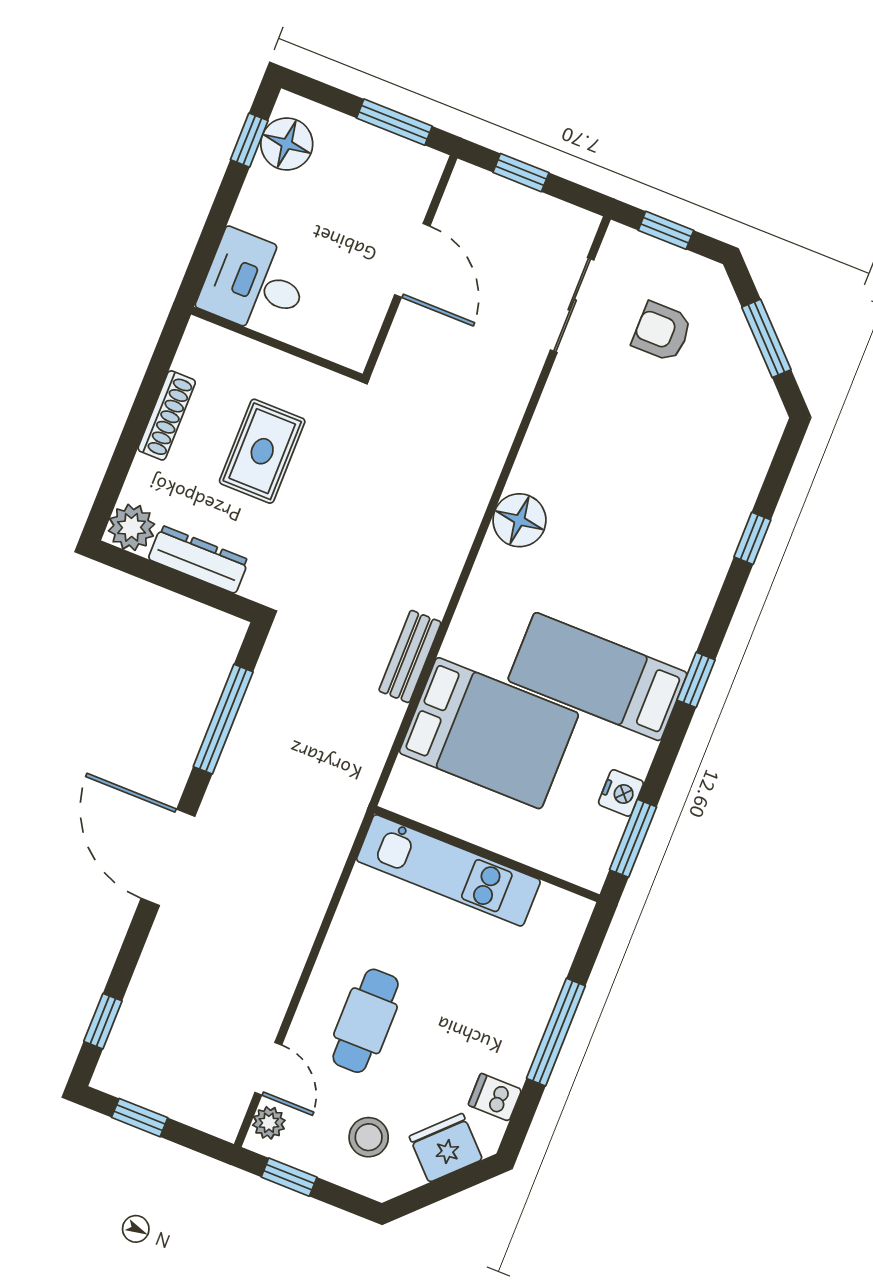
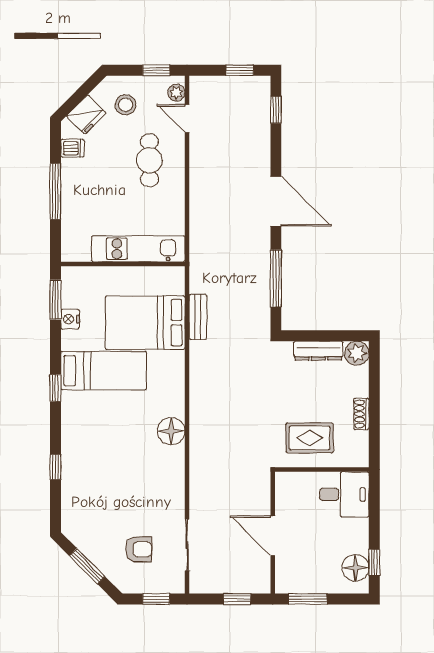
shoe rack: (167, 415) -> (361, 414), width x0.70
rug: (262, 451) -> (310, 438), moved, turned 90
bench: (410, 656) -> (198, 317), moved

